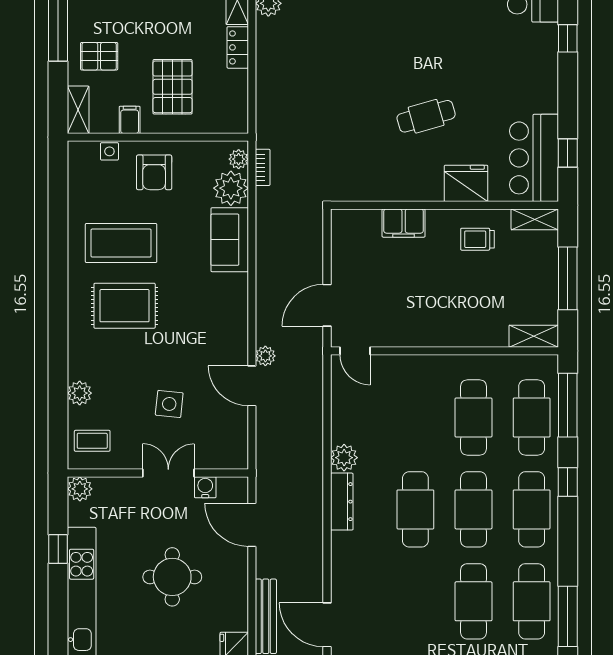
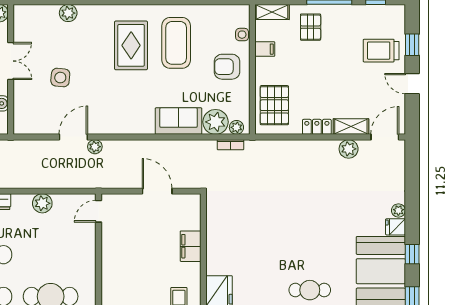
pallet: (173, 87) -> (274, 105), moved, turned 90
cafe table: (426, 116) -> (310, 290), moved, turned -74
door: (327, 305) -> (157, 191), moved
coffee table: (92, 441) -> (34, 22), removed
plant: (344, 458) -> (42, 203), moved
double door: (168, 473) -> (11, 61), moved

